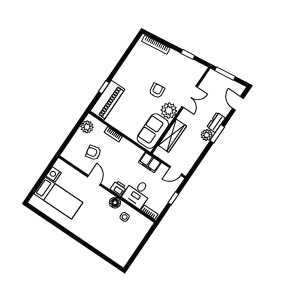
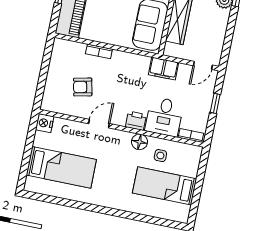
plant: (87, 127) -> (60, 56), removed
nightstand: (54, 174) -> (45, 123), moved
door: (94, 180) -> (99, 124), hinge flipped
bed: (119, 237) -> (165, 186), added

